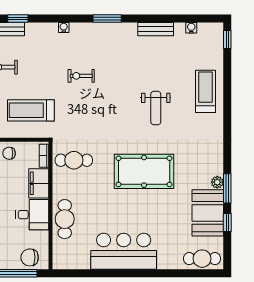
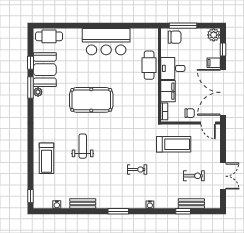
cafe table: (74, 160) -> (142, 108), removed

